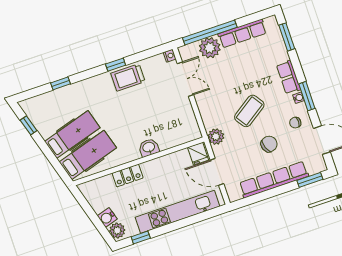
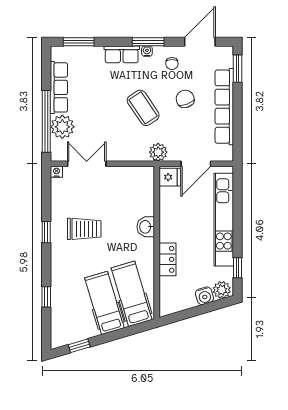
trolley: (128, 77) -> (84, 229), moved, turned -90

